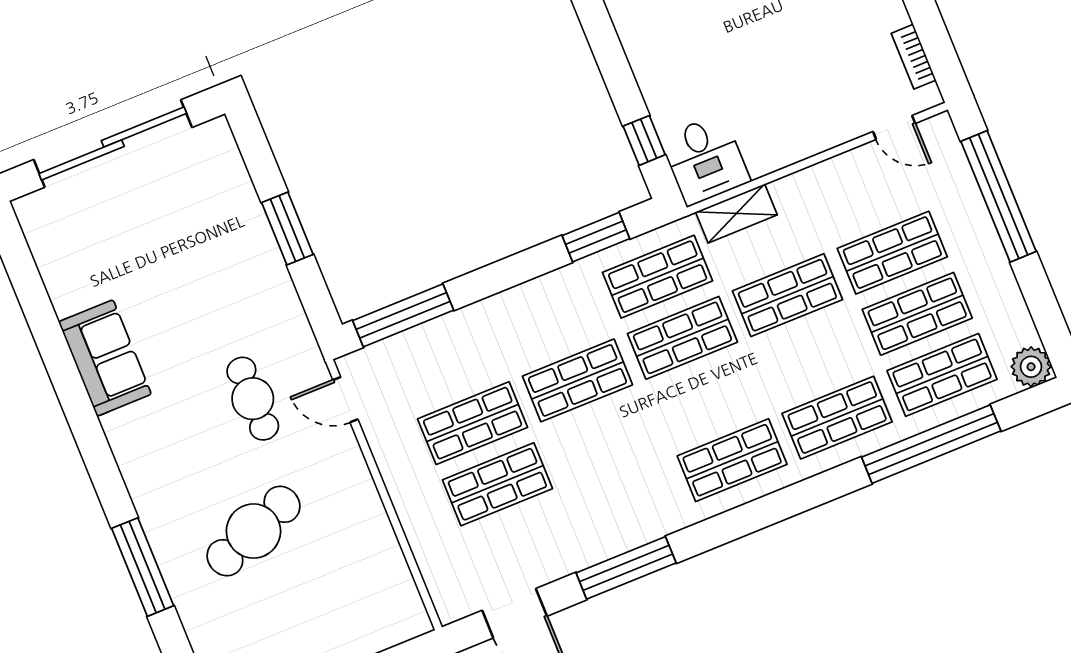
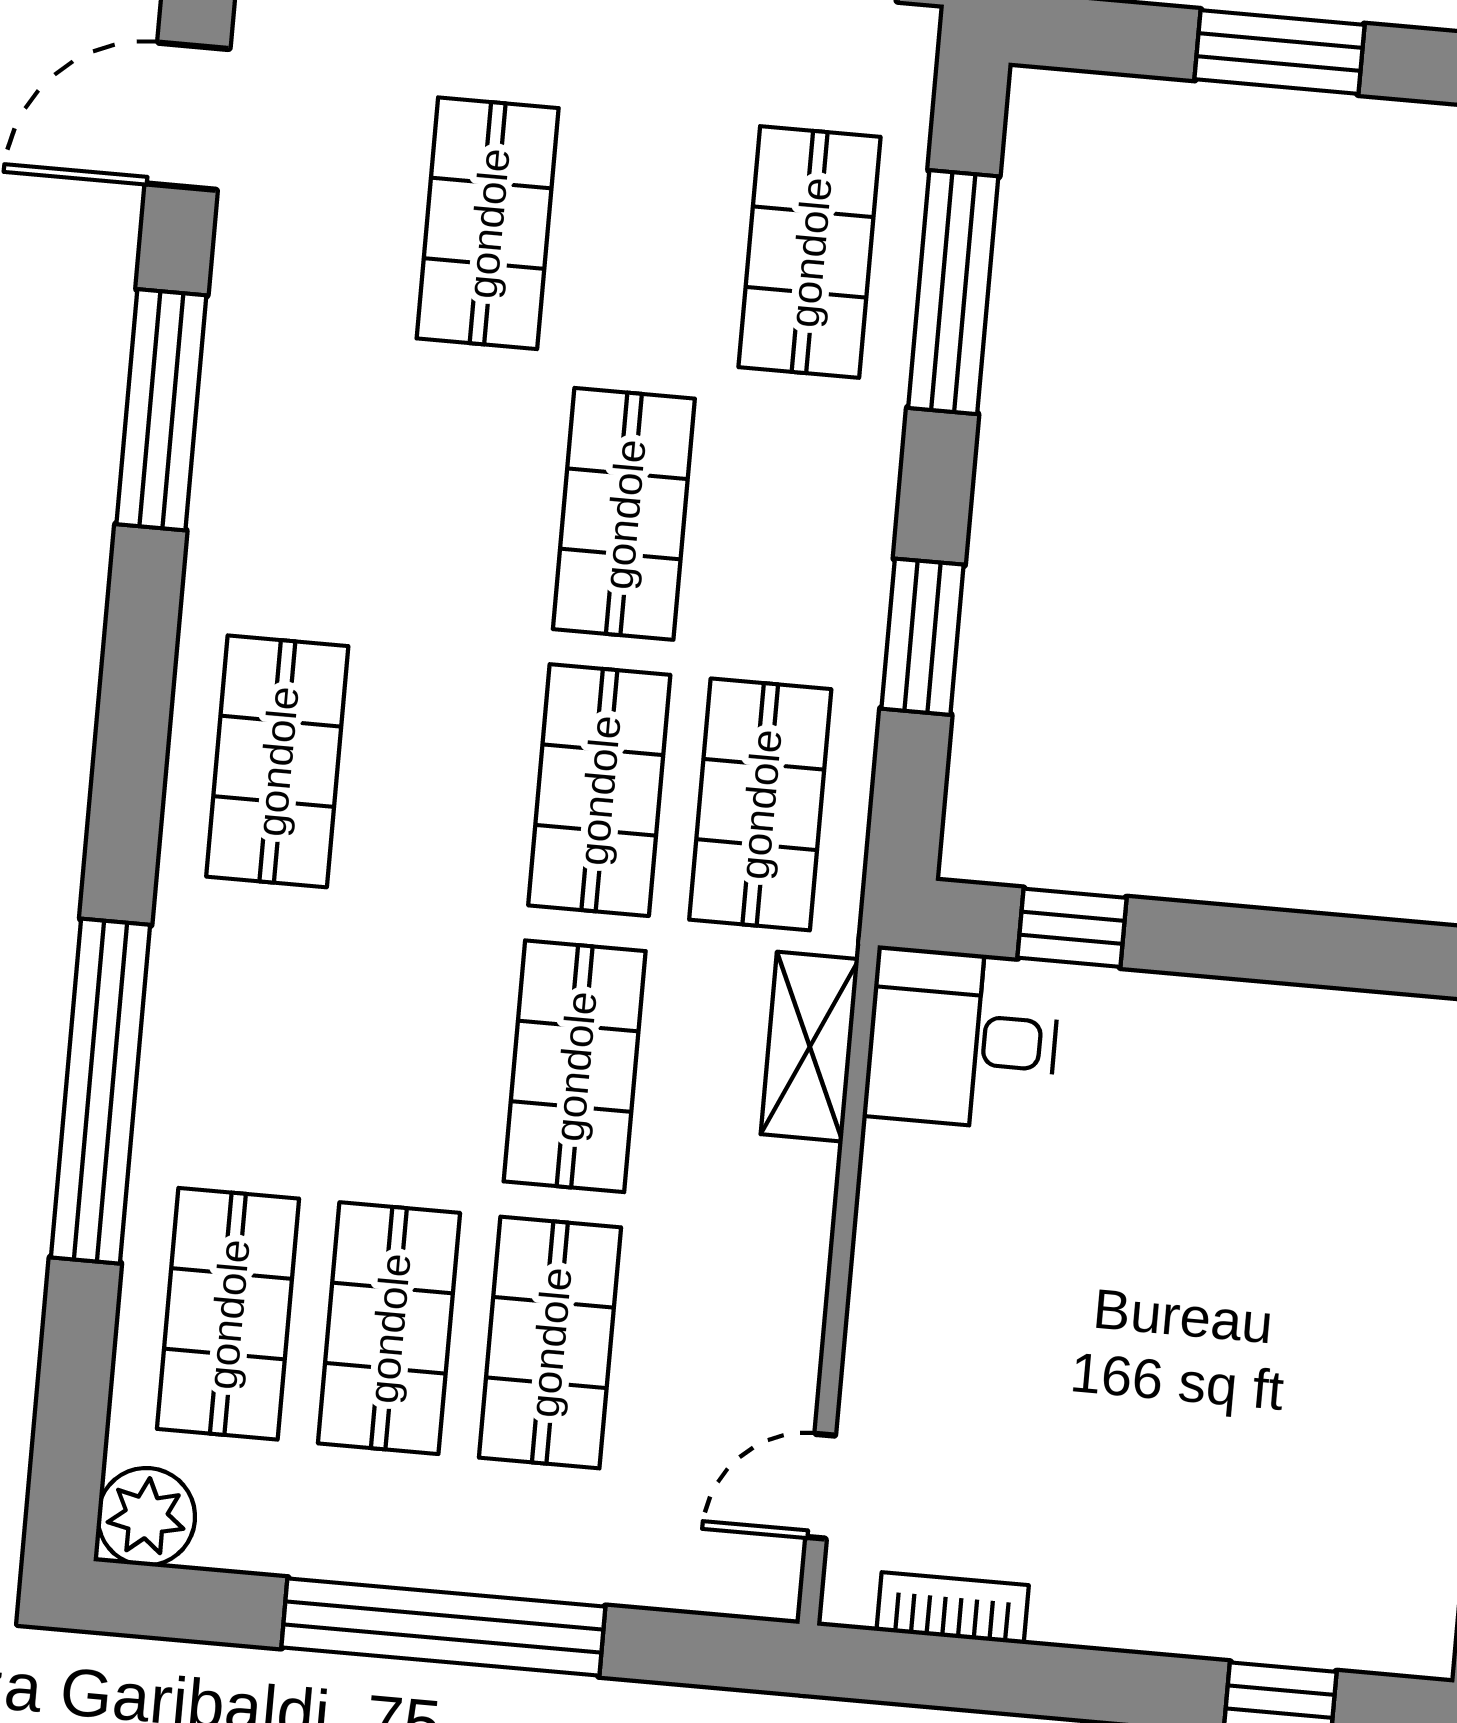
window: (999, 196) -> (443, 1627), moved
window: (596, 237) -> (923, 637), moved
window: (403, 315) -> (953, 292), moved
shop shelf: (837, 418) -> (253, 1038), removed
shop shelf: (473, 423) -> (810, 252), moved
window: (931, 444) -> (101, 1091), moved

